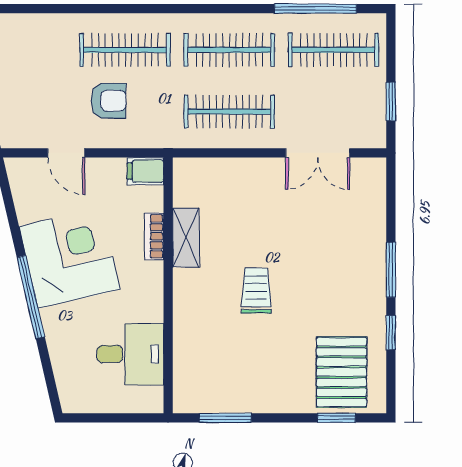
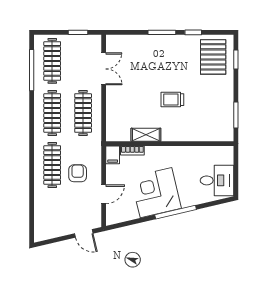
bookcase: (154, 236) -> (132, 150), moved
desk: (130, 354) -> (217, 180), moved, turned 90
pallet: (342, 372) -> (213, 57), turned 90

